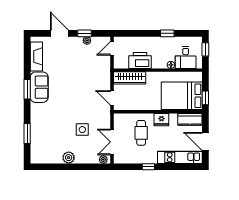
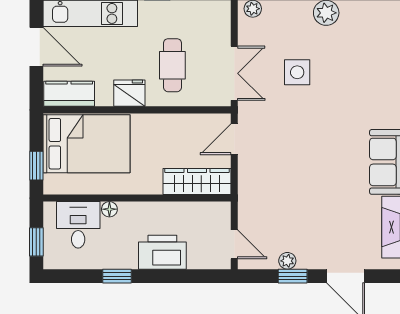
door: (112, 48) -> (234, 244), hinge flipped
printer: (140, 60) -> (162, 252), moved, turned 180
door: (112, 98) -> (234, 139), swing flipped
window: (205, 98) -> (36, 166), moved
double door: (112, 142) -> (234, 73), moved

